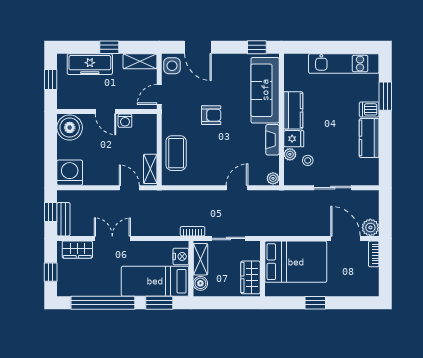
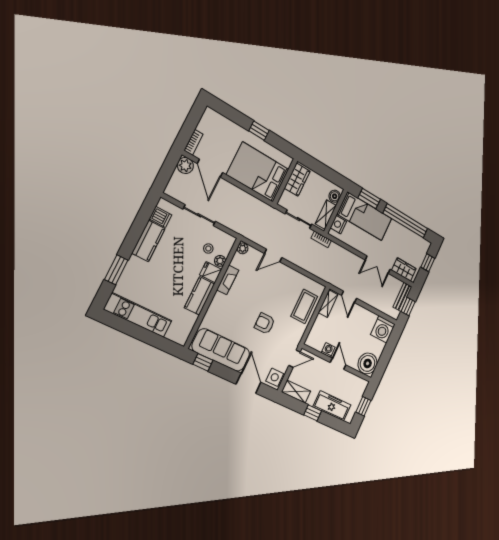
sofa: (265, 90) -> (221, 350), moved, turned -90
dishwasher: (369, 109) -> (161, 217), moved

